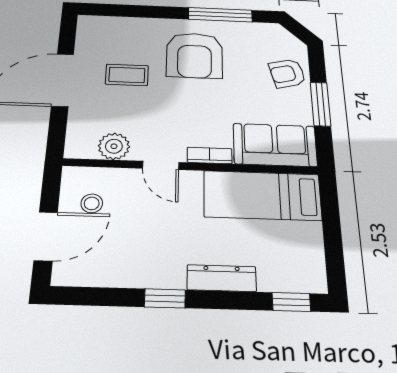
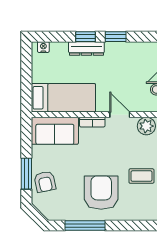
armchair: (287, 73) -> (45, 182), turned 92
window: (320, 104) -> (26, 174), moved
nightstand: (304, 283) -> (43, 47), added
window: (291, 302) -> (85, 37), moved

